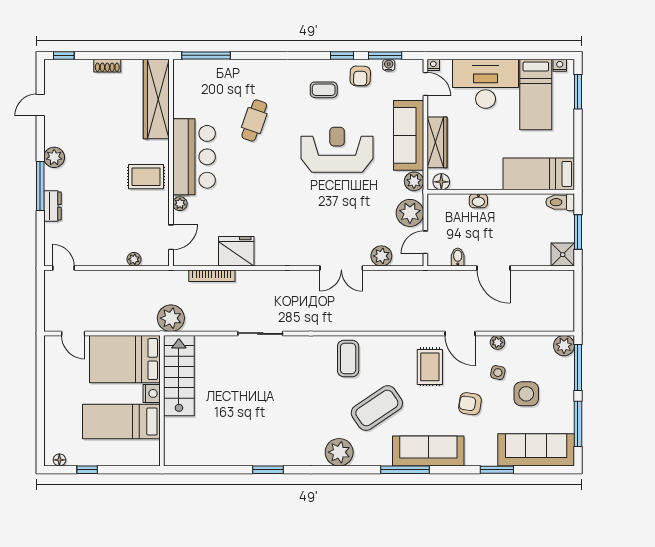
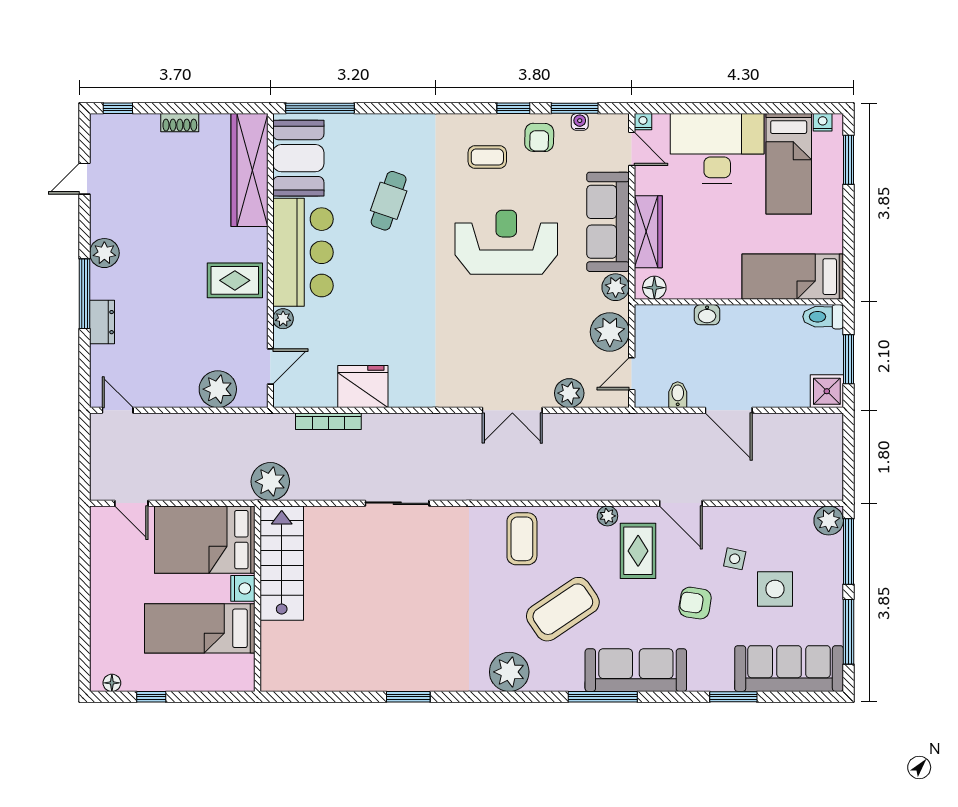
booth: (191, 91) -> (298, 158), added
plant: (134, 259) -> (218, 389), width x1.88, depth x1.88
plant: (497, 342) -> (607, 516), moved

